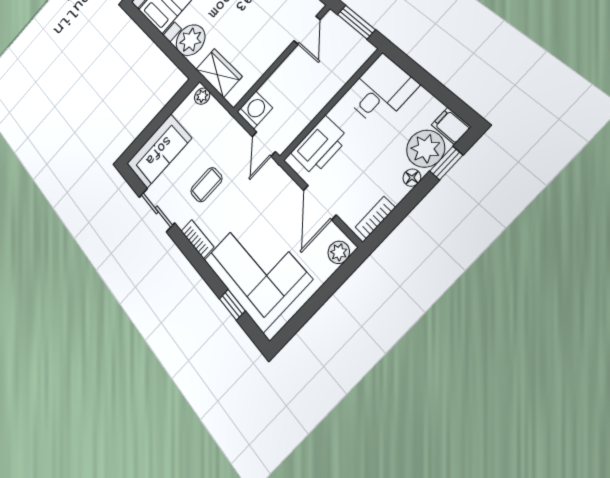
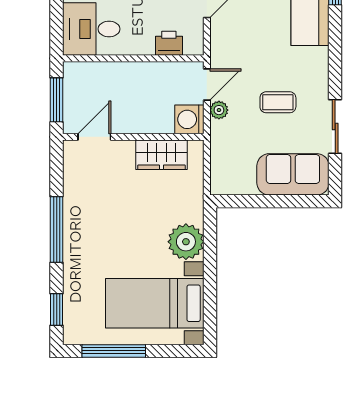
wardrobe: (219, 73) -> (161, 155), moved, turned -90
plant: (202, 96) -> (219, 110), moved
printer: (319, 145) -> (169, 43), width x0.53, depth x0.68
bookcase: (197, 239) -> (321, 68), removed

